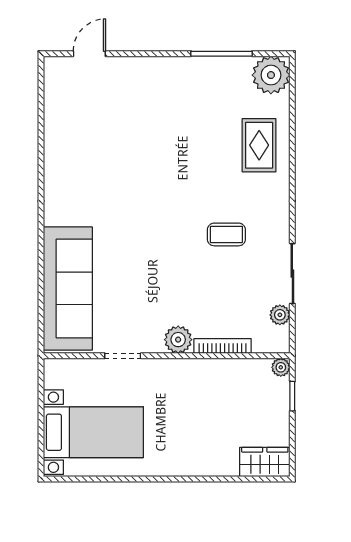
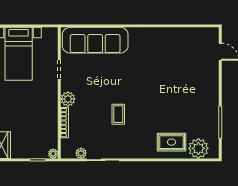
plant: (271, 75) -> (198, 148), moved
coffee table: (226, 234) -> (118, 114), moved

